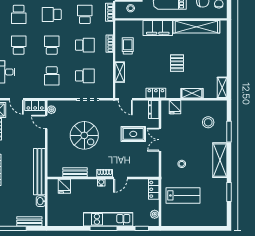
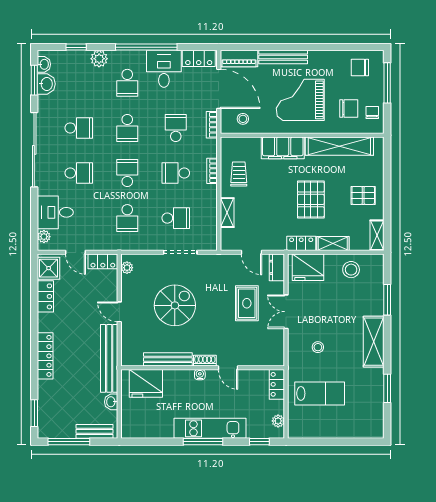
school desk: (19, 14) -> (79, 128), turned -90
school desk: (52, 14) -> (127, 128), turned -90
school desk: (19, 45) -> (79, 173), turned 90
school desk: (85, 45) -> (176, 173), turned 180
pallet: (213, 60) -> (363, 195), added
pallet: (177, 63) -> (311, 199), width x1.50, depth x1.42
locker: (156, 93) -> (301, 243), moved
door: (125, 99) -> (252, 252), moved
fridge: (175, 107) -> (308, 267), width x1.88, depth x1.34
door: (46, 122) -> (119, 312), moved
stool: (208, 122) -> (351, 270), moved
rug: (133, 134) -> (247, 303), turned 90
spiral stairs: (84, 135) -> (175, 305), turned -90
bench: (75, 172) -> (168, 359), width x1.36
door: (120, 178) -> (228, 368), hinge flipped
fridge: (64, 186) -> (146, 383), width x1.88, depth x1.34

